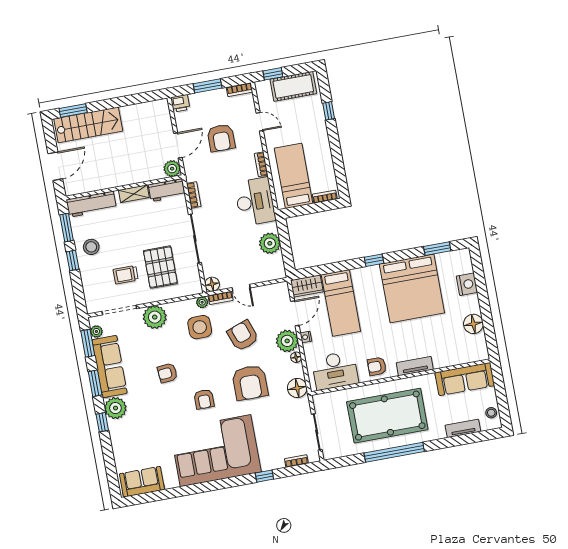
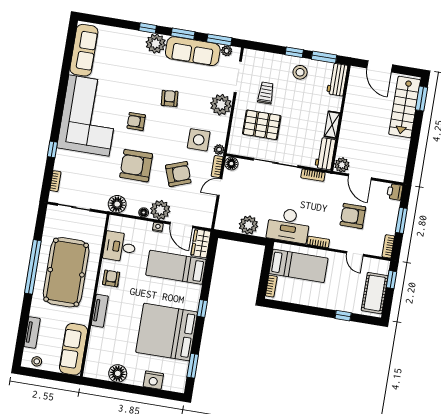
door: (260, 122) -> (355, 254), hinge flipped
workbench: (91, 204) -> (337, 80), width x0.73
desk: (335, 370) -> (120, 247), width x0.73
sofa: (142, 482) -> (84, 50), width x1.36

